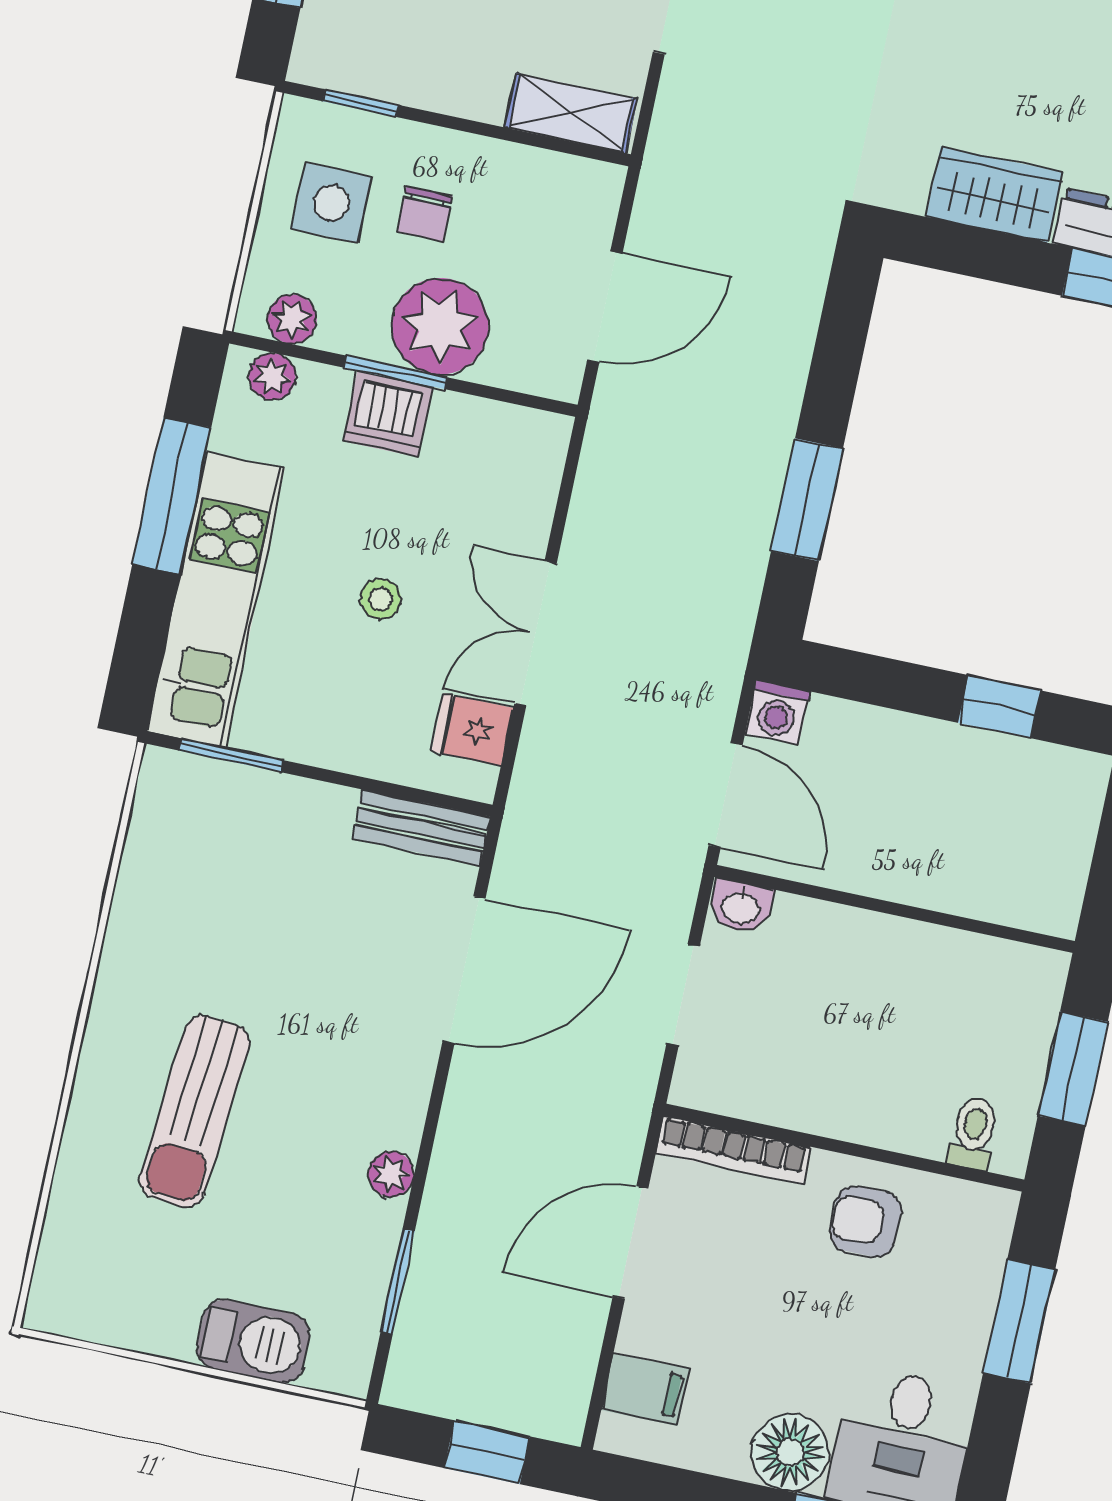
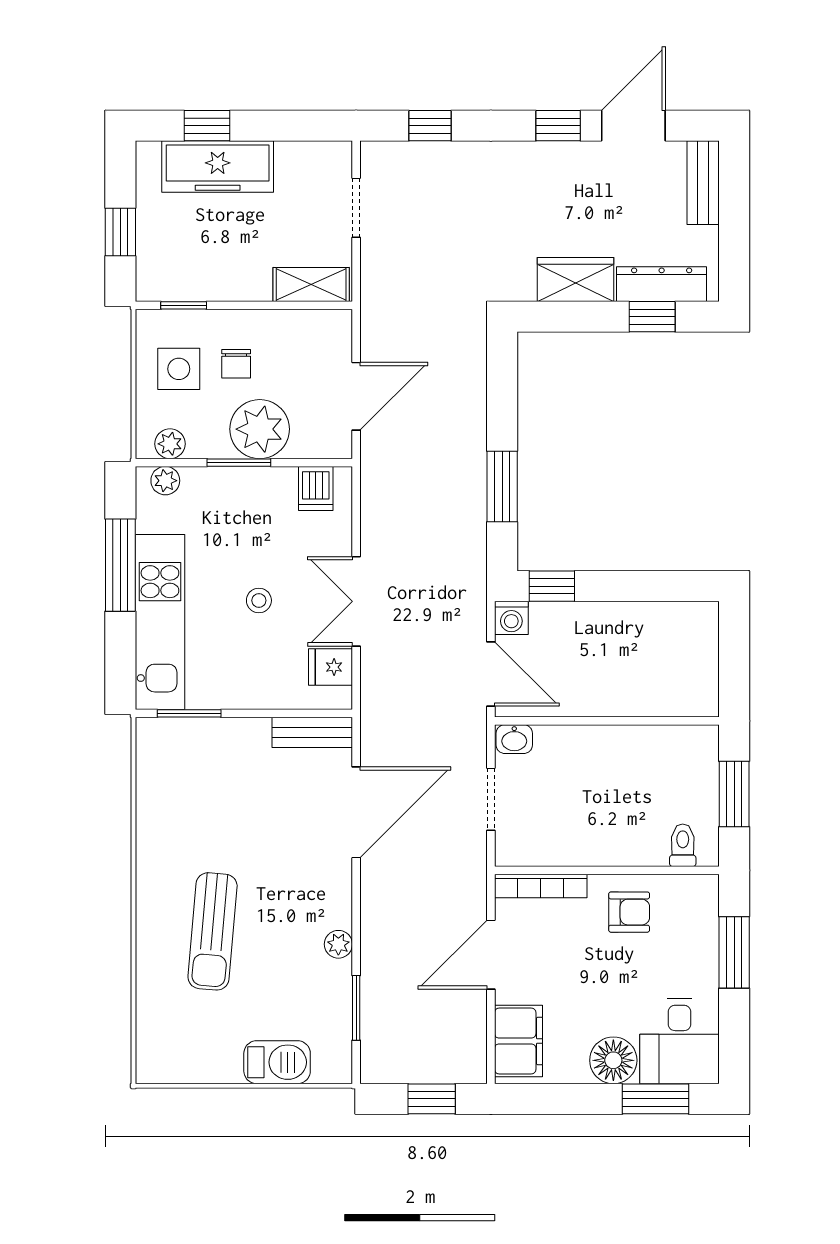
dishwasher: (388, 414) -> (316, 488), moved, width x0.73
window: (999, 707) -> (552, 586), moved
armchair: (865, 1221) -> (629, 912), turned 180
filing cabinet: (645, 1390) -> (519, 1041), width x2.00

